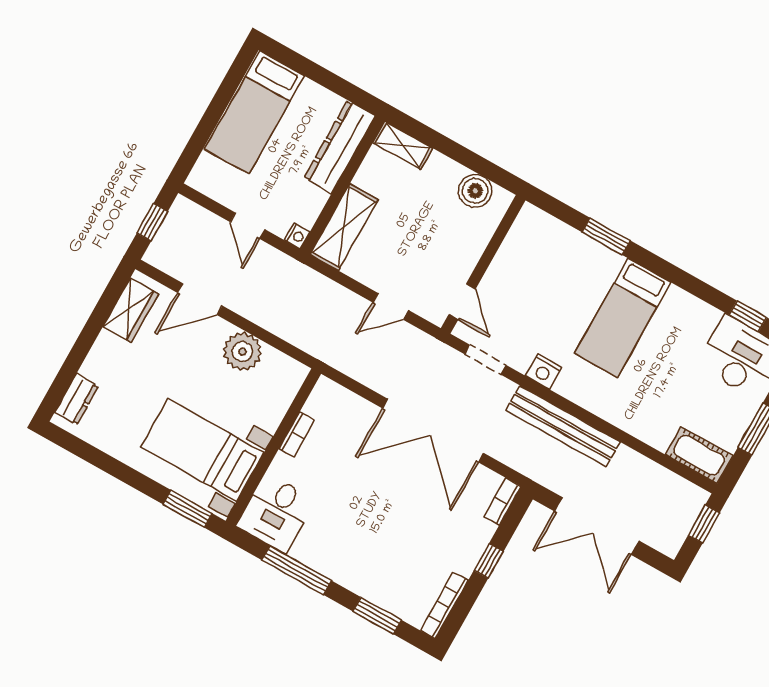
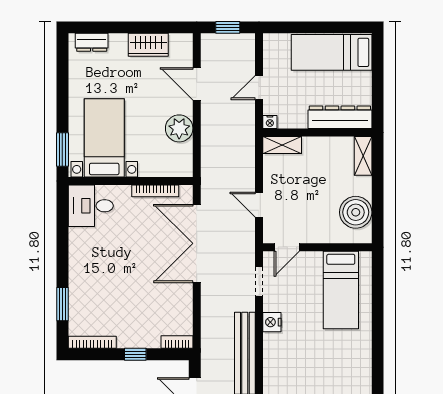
boiler: (475, 191) -> (356, 212), width x1.37, depth x1.37
shelving: (344, 227) -> (282, 145), width x0.67, depth x0.75
window: (606, 236) -> (378, 314), removed
wardrobe: (131, 310) -> (148, 45), moved
bed: (623, 318) -> (341, 290), moved, turned -90
double door: (433, 431) -> (197, 243), moved
bookcase: (297, 434) -> (155, 191), width x1.56
window: (297, 570) -> (62, 238), removed

